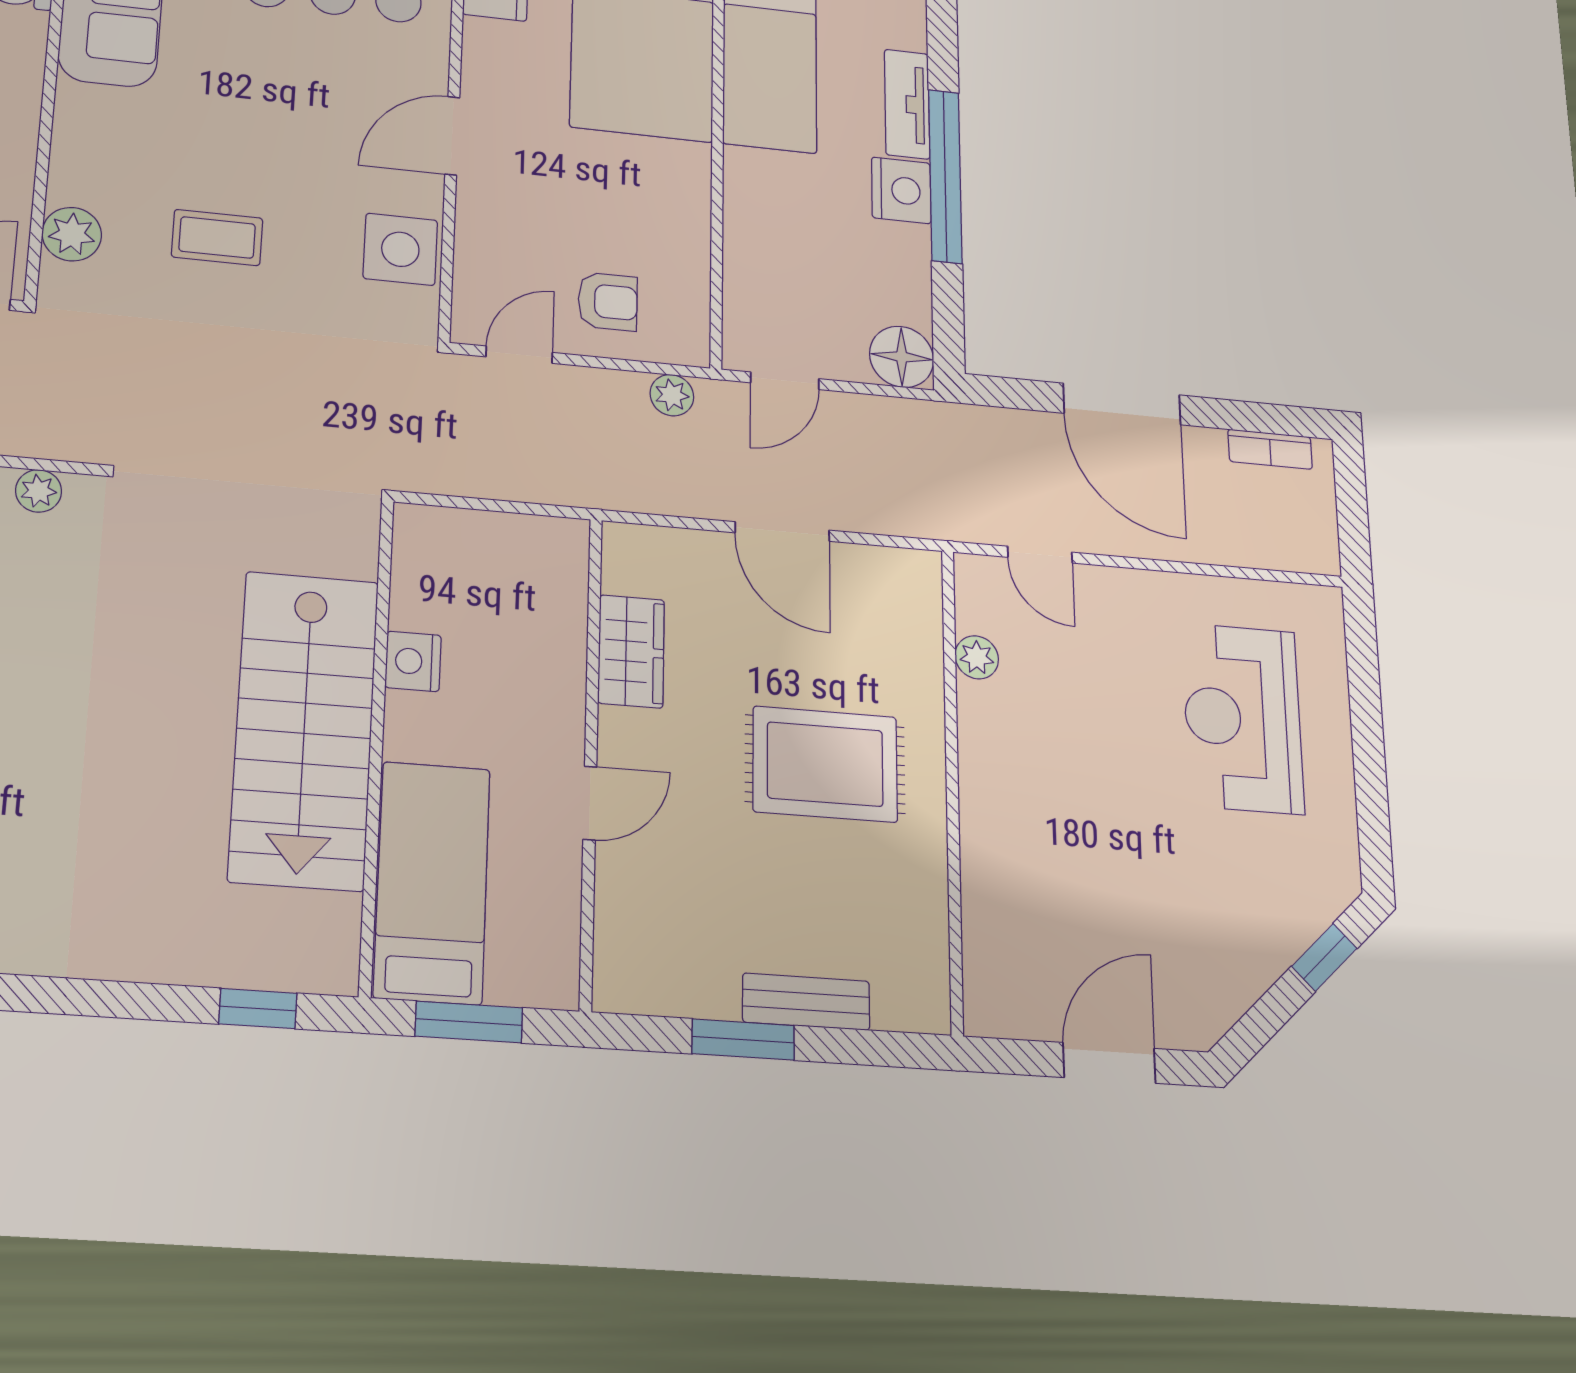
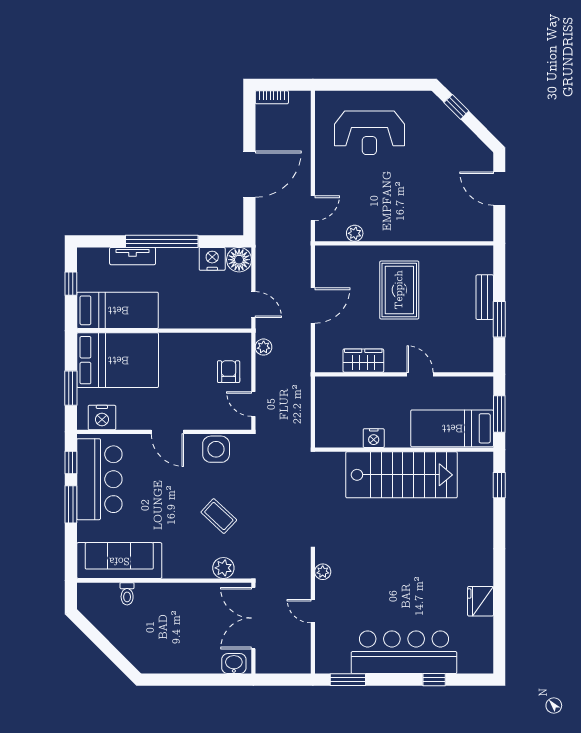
nightstand: (901, 190) -> (212, 259), moved
coffee table: (217, 237) -> (219, 516), turned -47
bookcase: (1270, 449) -> (272, 97), moved, turned 90

